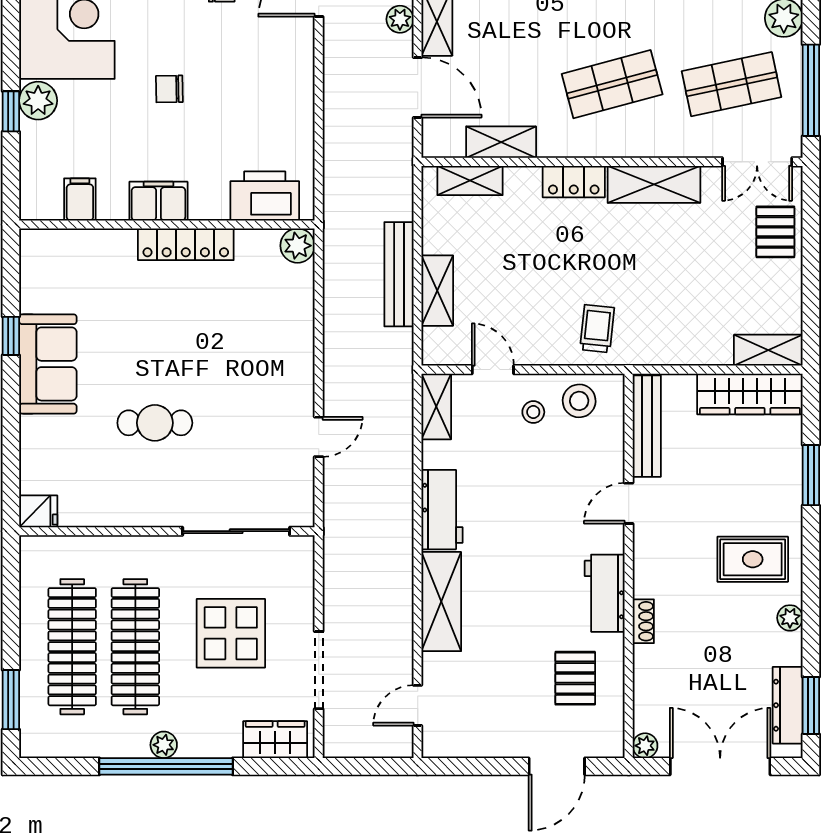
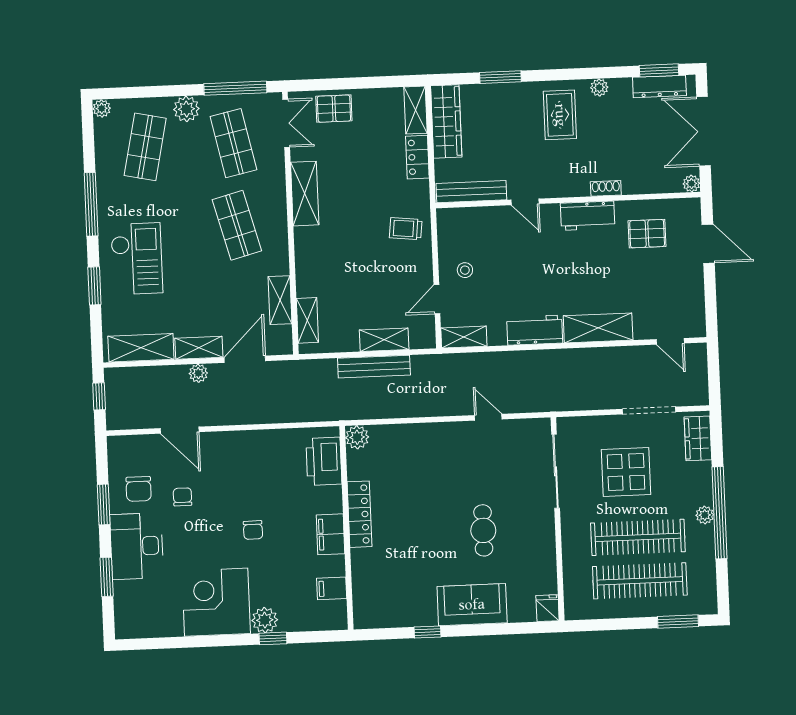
locker: (574, 182) -> (417, 157), moved, turned 180
sofa: (48, 364) -> (472, 605), moved
stool: (579, 401) -> (456, 239), removed

